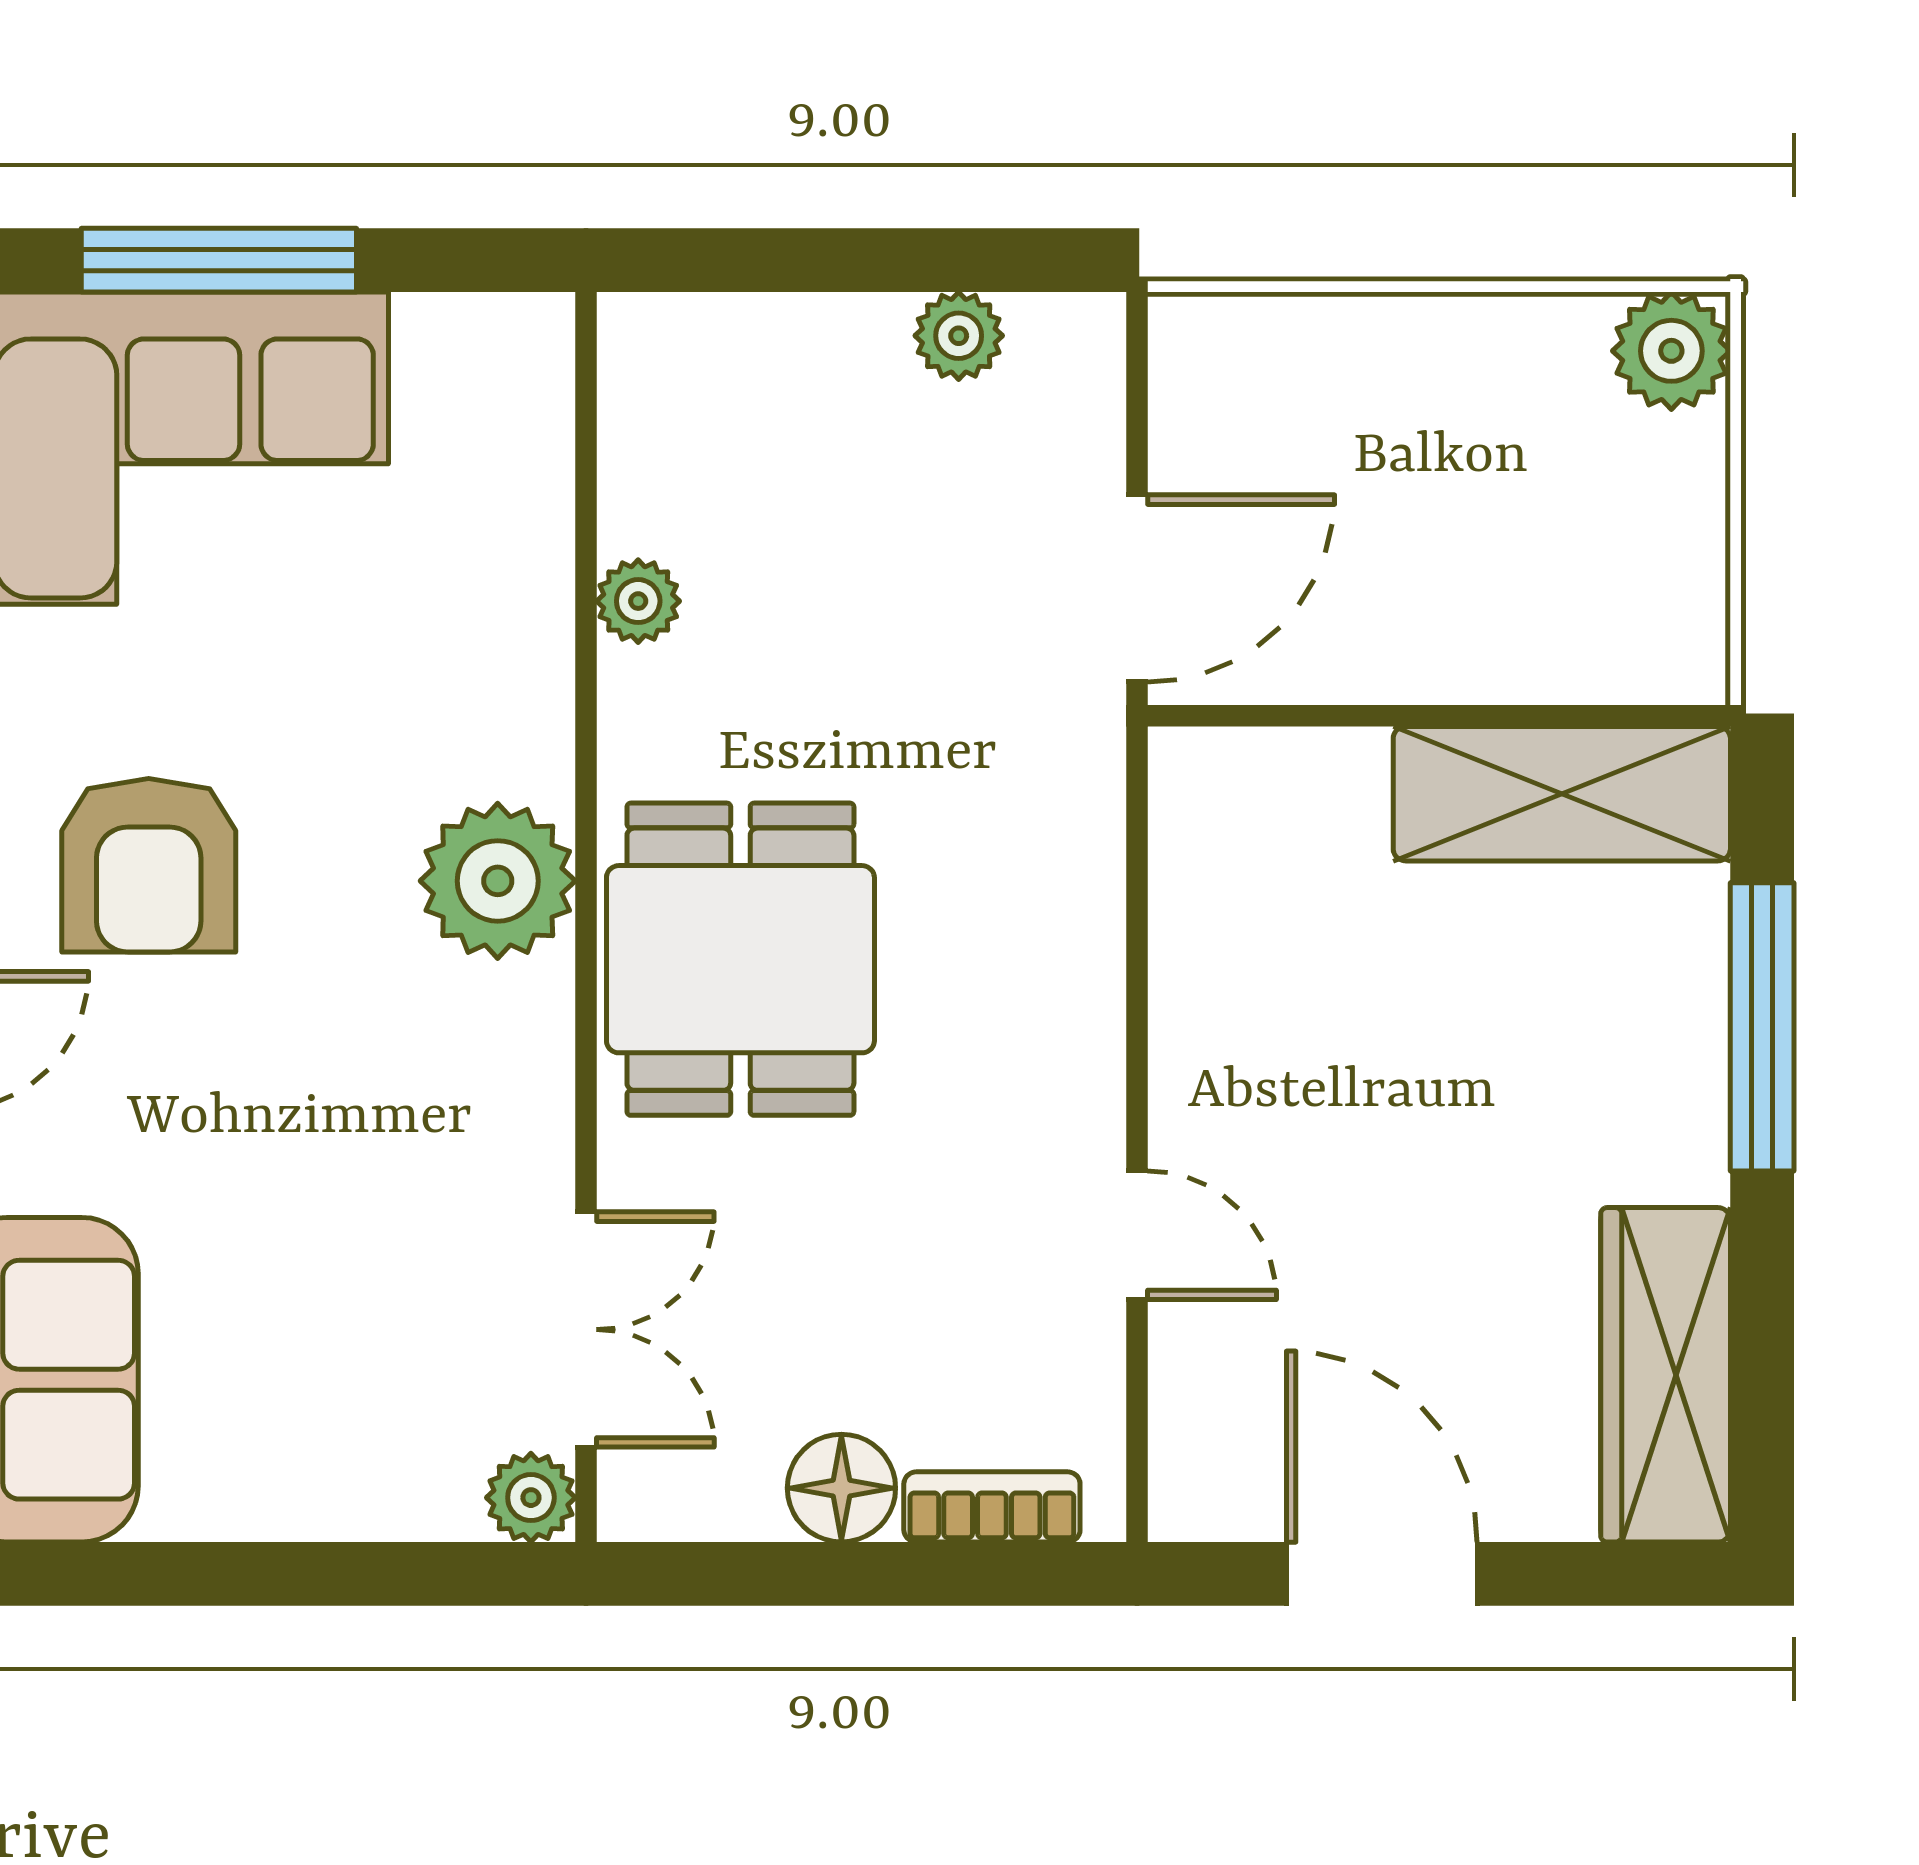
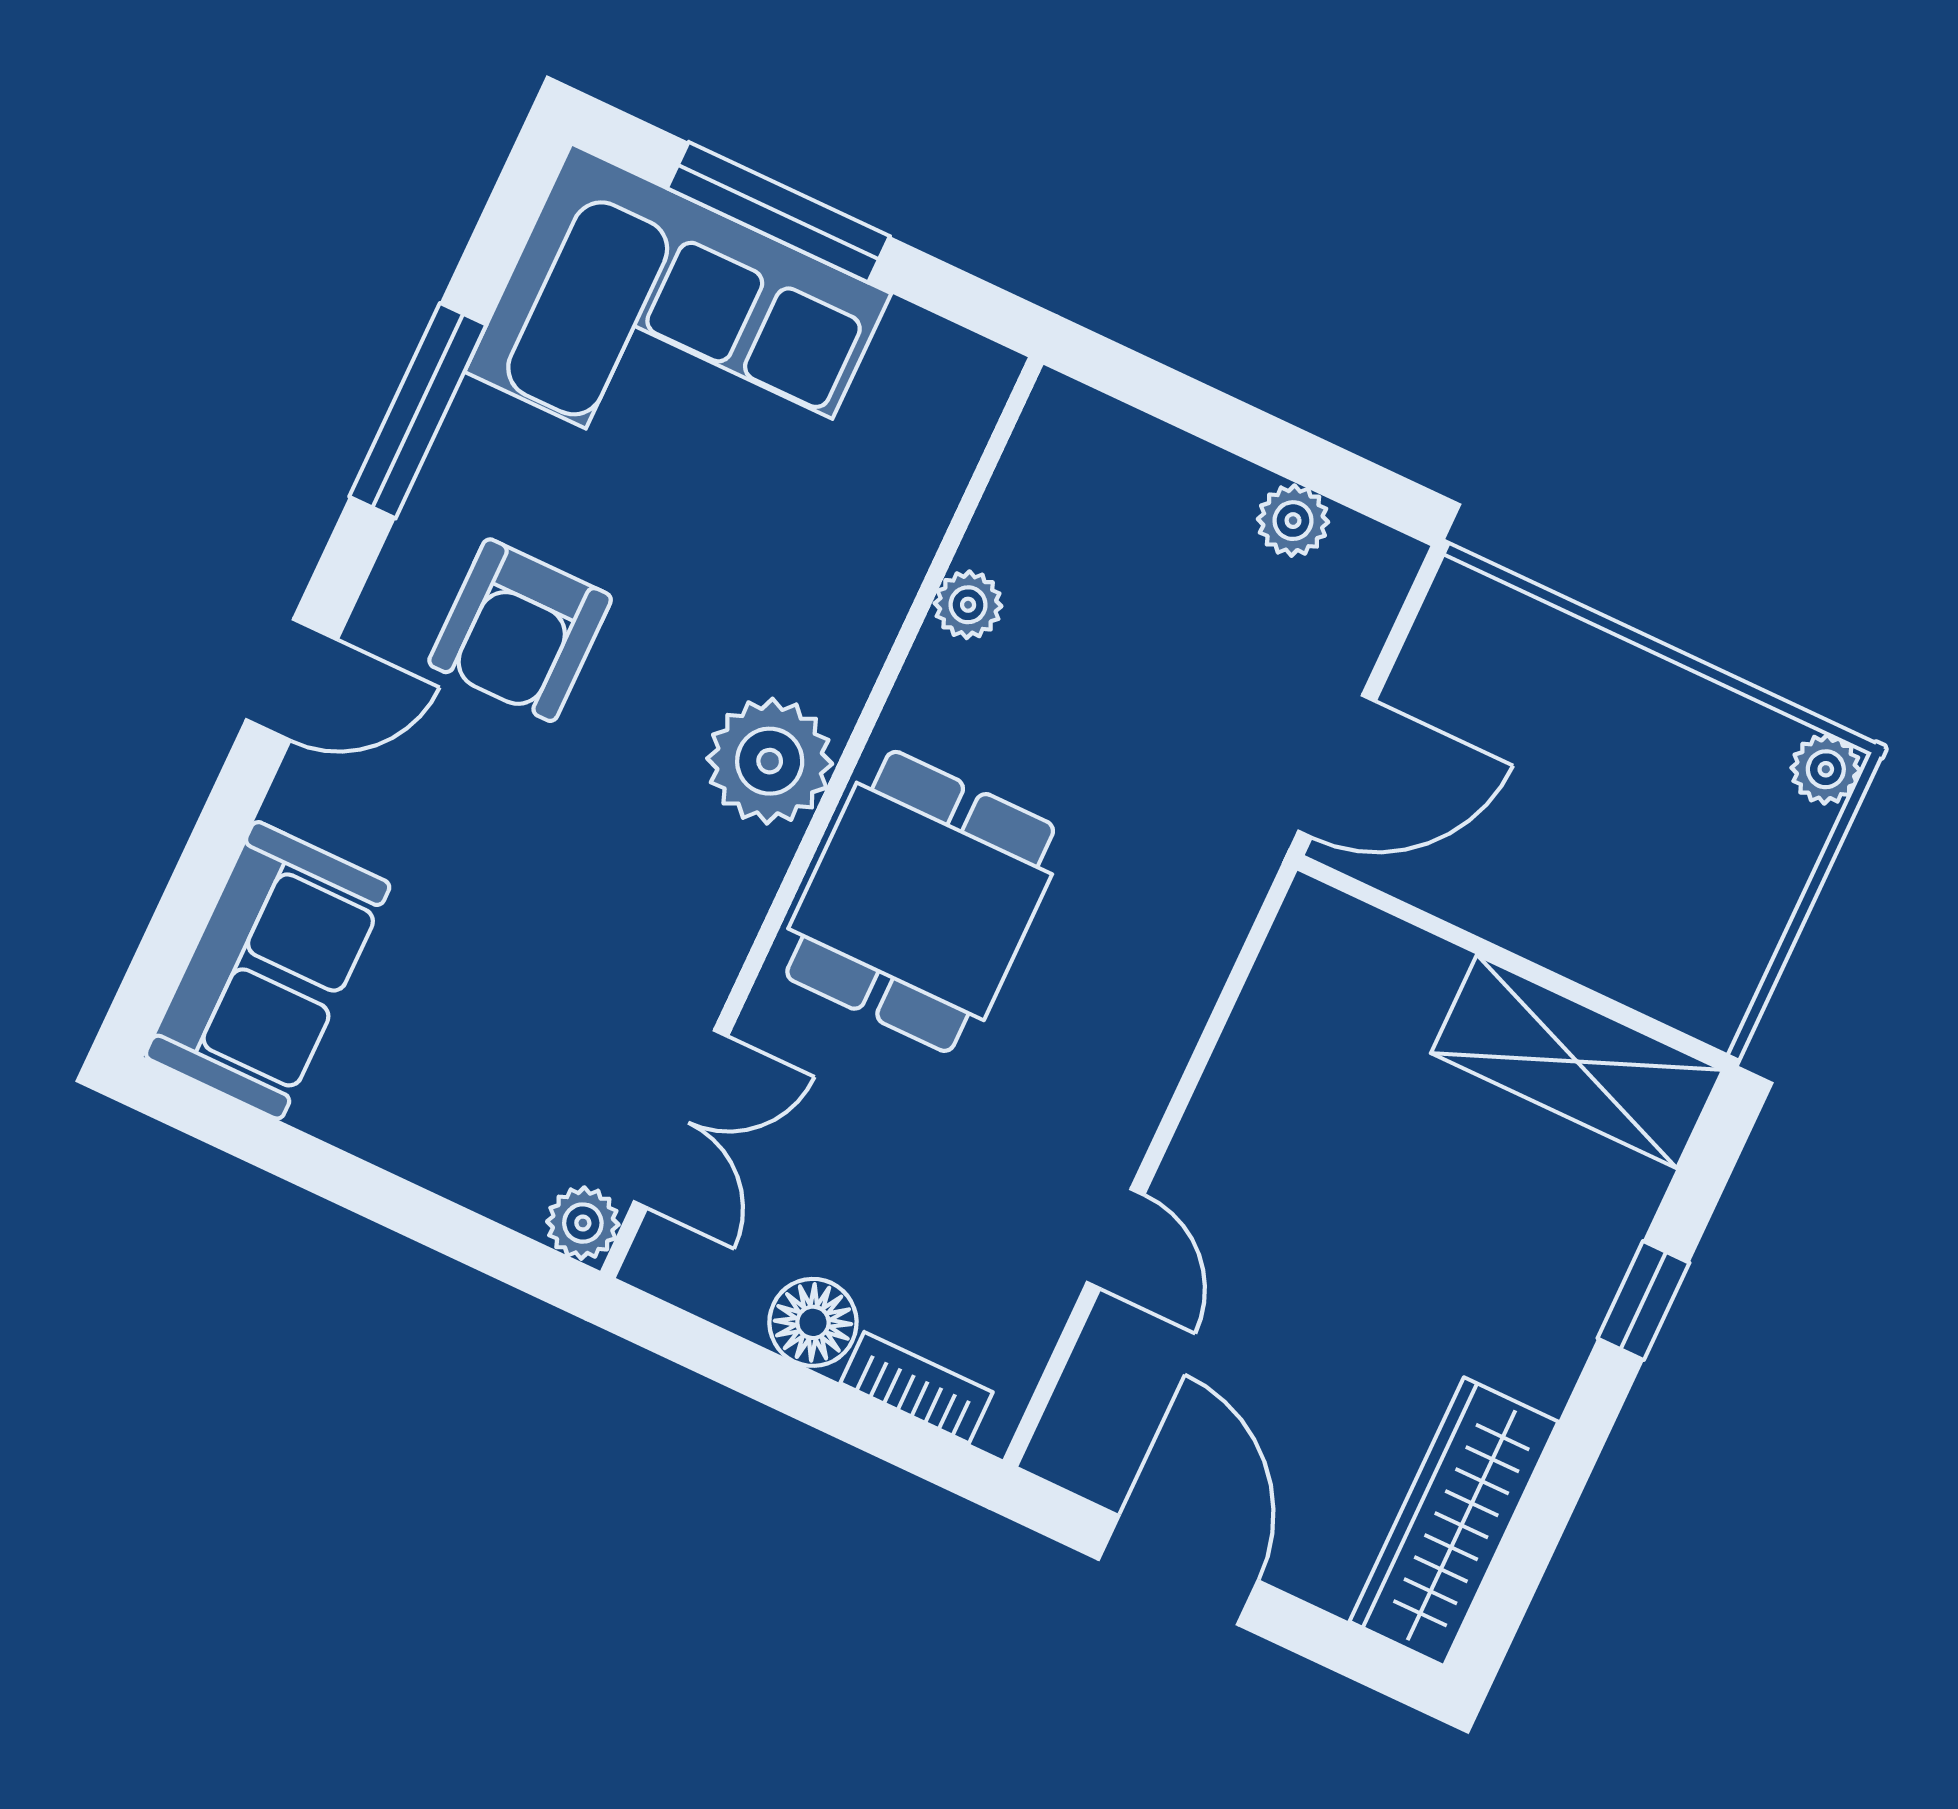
plant: (1671, 351) -> (1826, 769), width x0.73, depth x0.73
window: (1762, 1027) -> (1643, 1301), width x0.46

